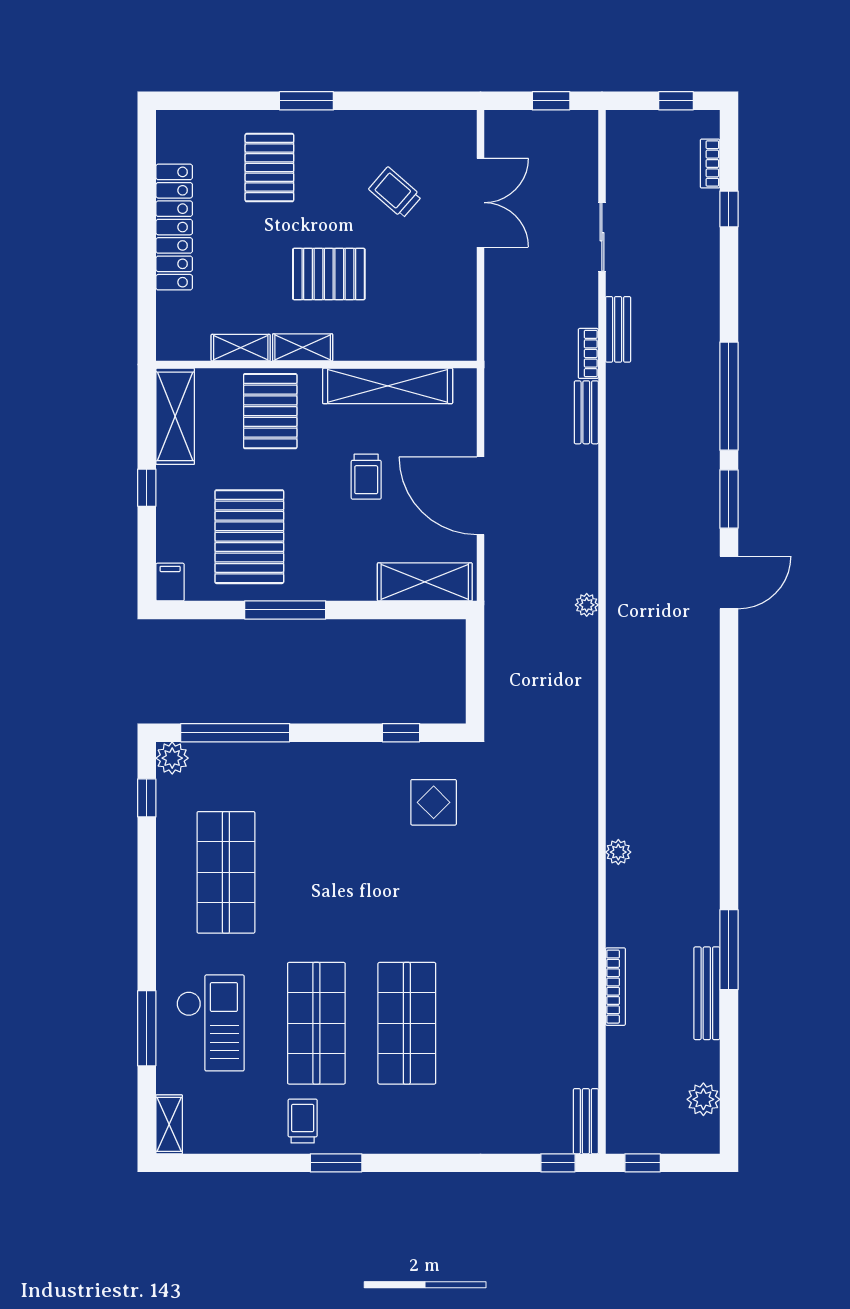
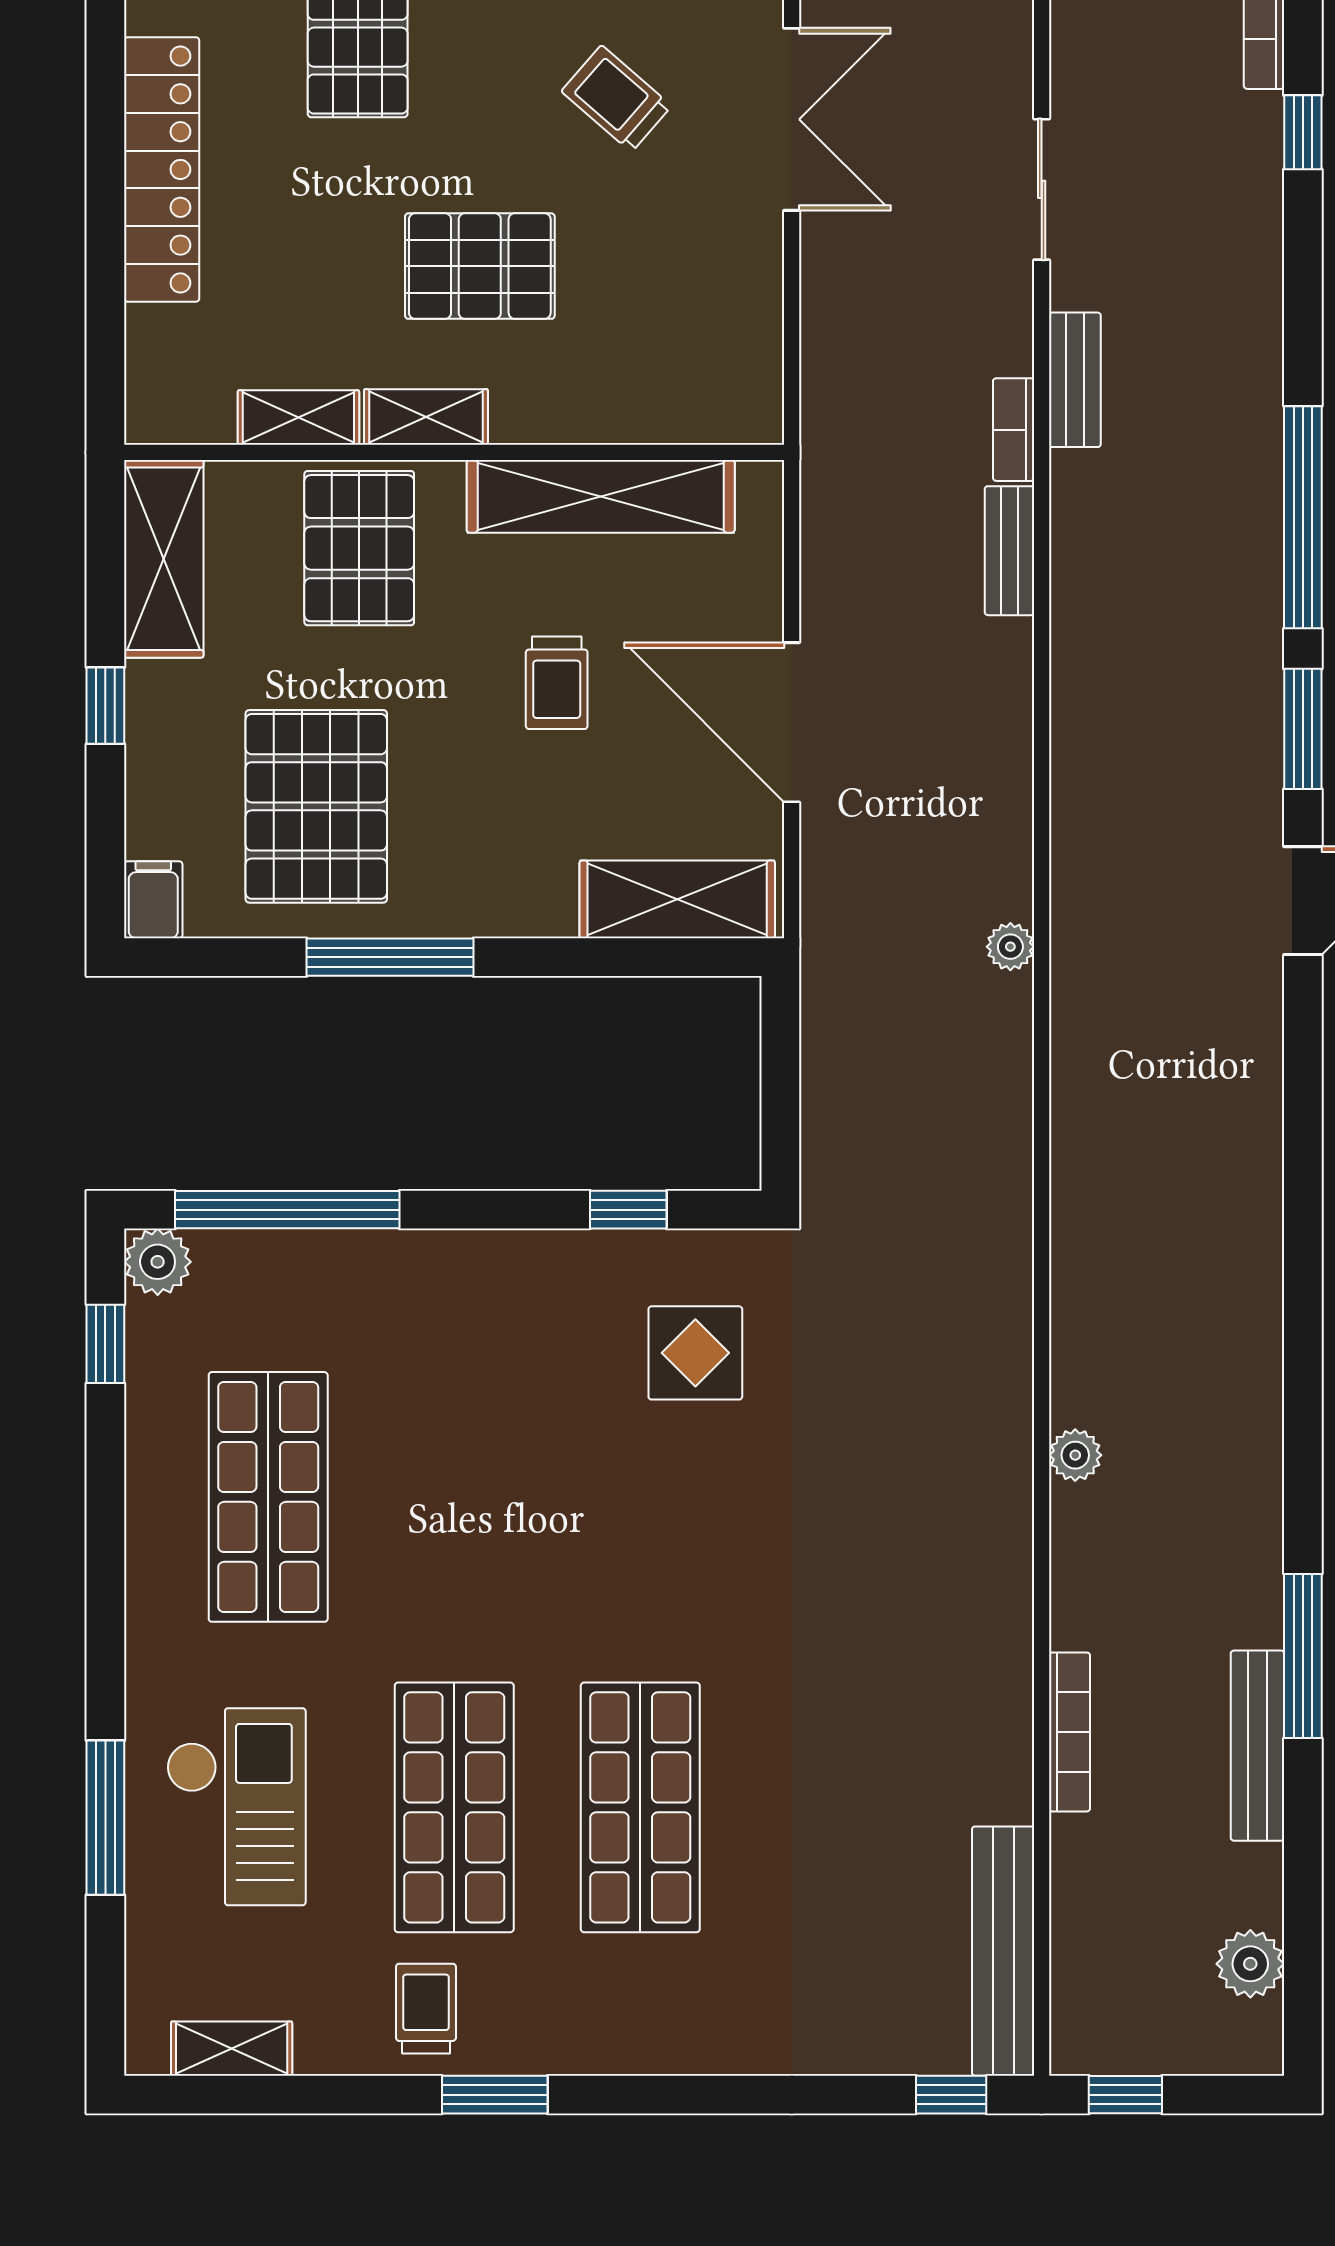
bench: (586, 1121) -> (1003, 1951), width x1.86, depth x1.21
shelving: (169, 1124) -> (232, 2049), moved, turned 90

